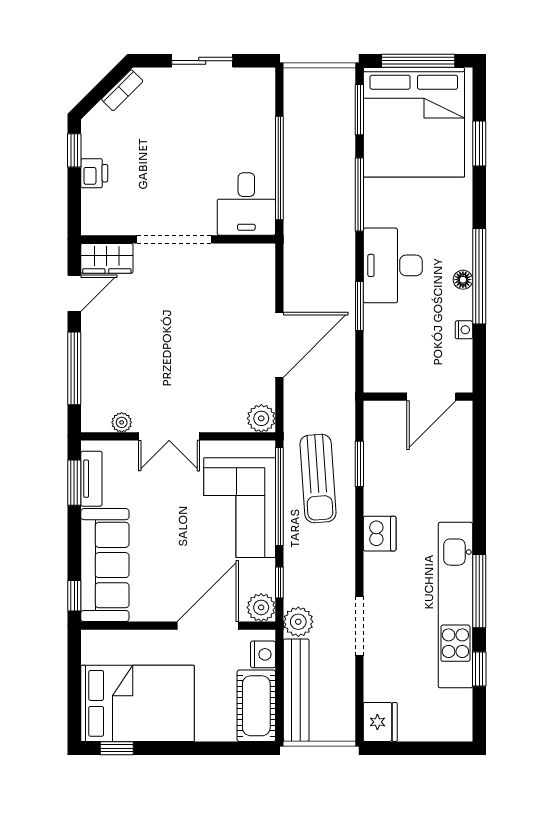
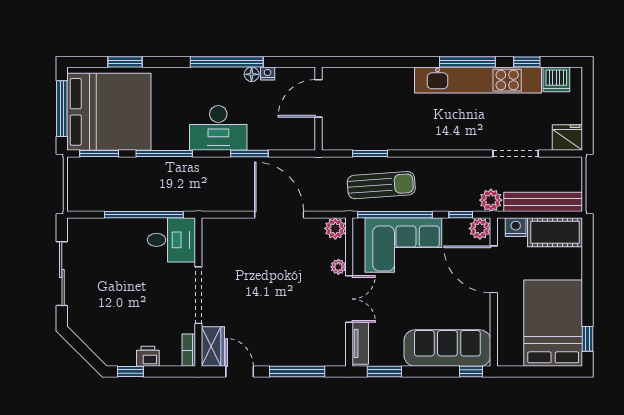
sliding door: (202, 61) -> (62, 274), width x1.37
bookcase: (122, 90) -> (189, 350), moved, turned -135
floor lamp: (463, 280) -> (252, 74), moved
door: (431, 397) -> (319, 98), swing flipped
plant: (122, 422) -> (338, 267), moved
tv unit: (91, 479) -> (360, 343), moved, turned 90
dishwasher: (380, 534) -> (556, 79), moved, turned 180
doorway: (359, 626) -> (516, 154), moved

